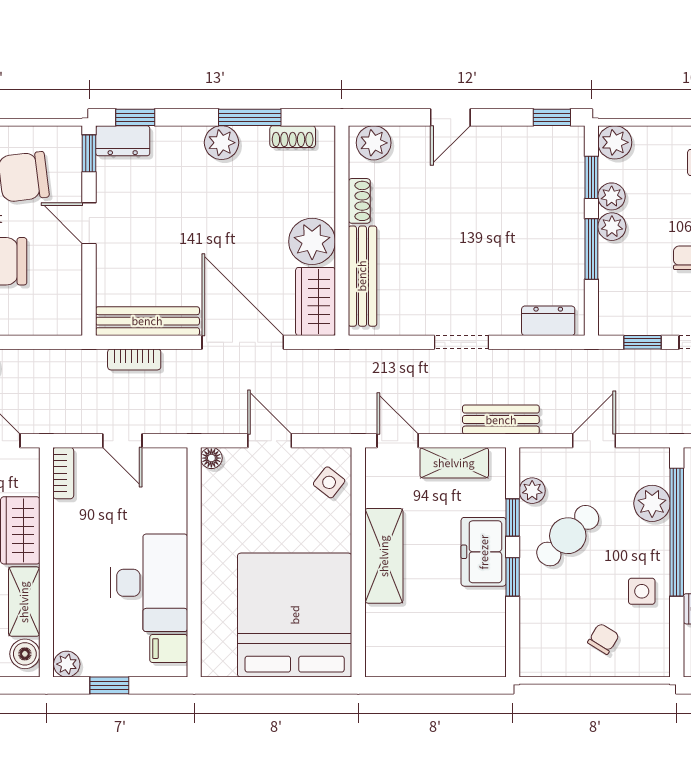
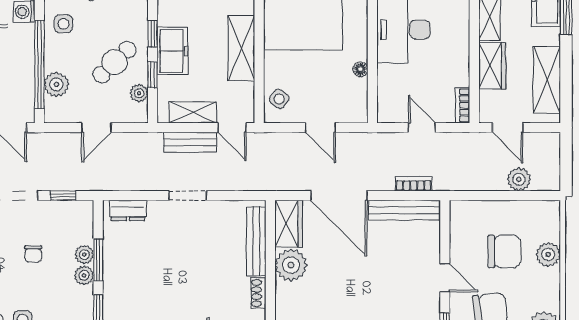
plant: (612, 196) -> (84, 255), moved
bench: (501, 420) -> (190, 142), moved
floor lamp: (211, 458) -> (360, 69), moved

